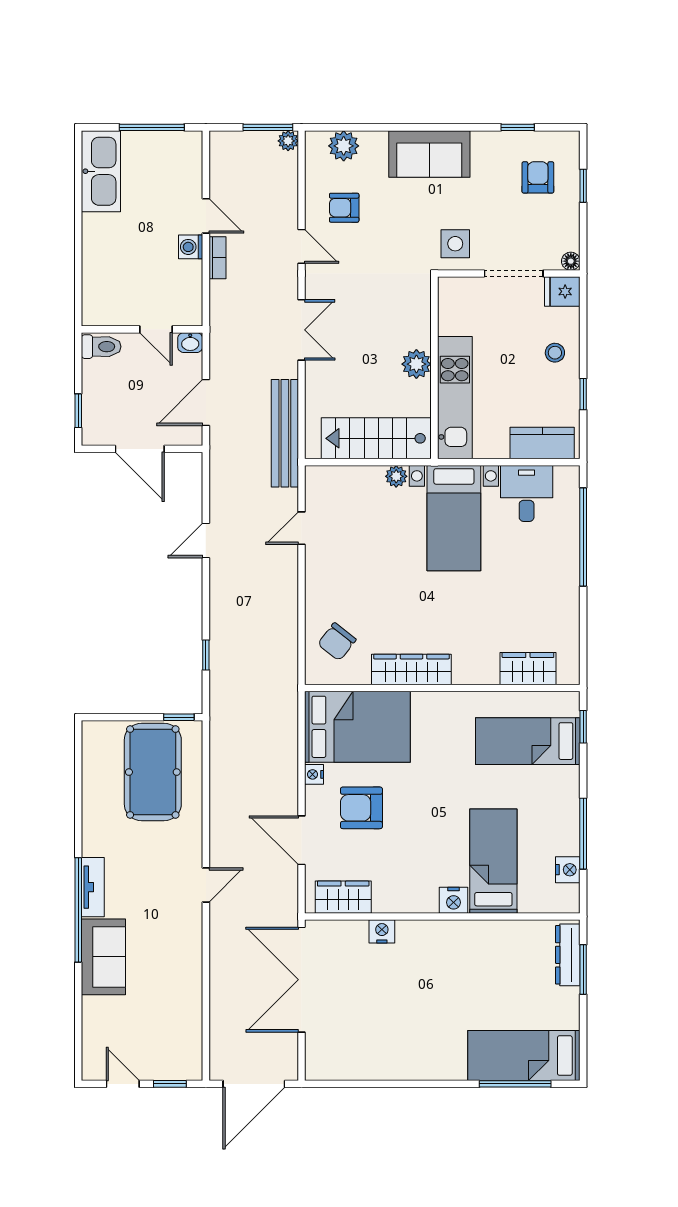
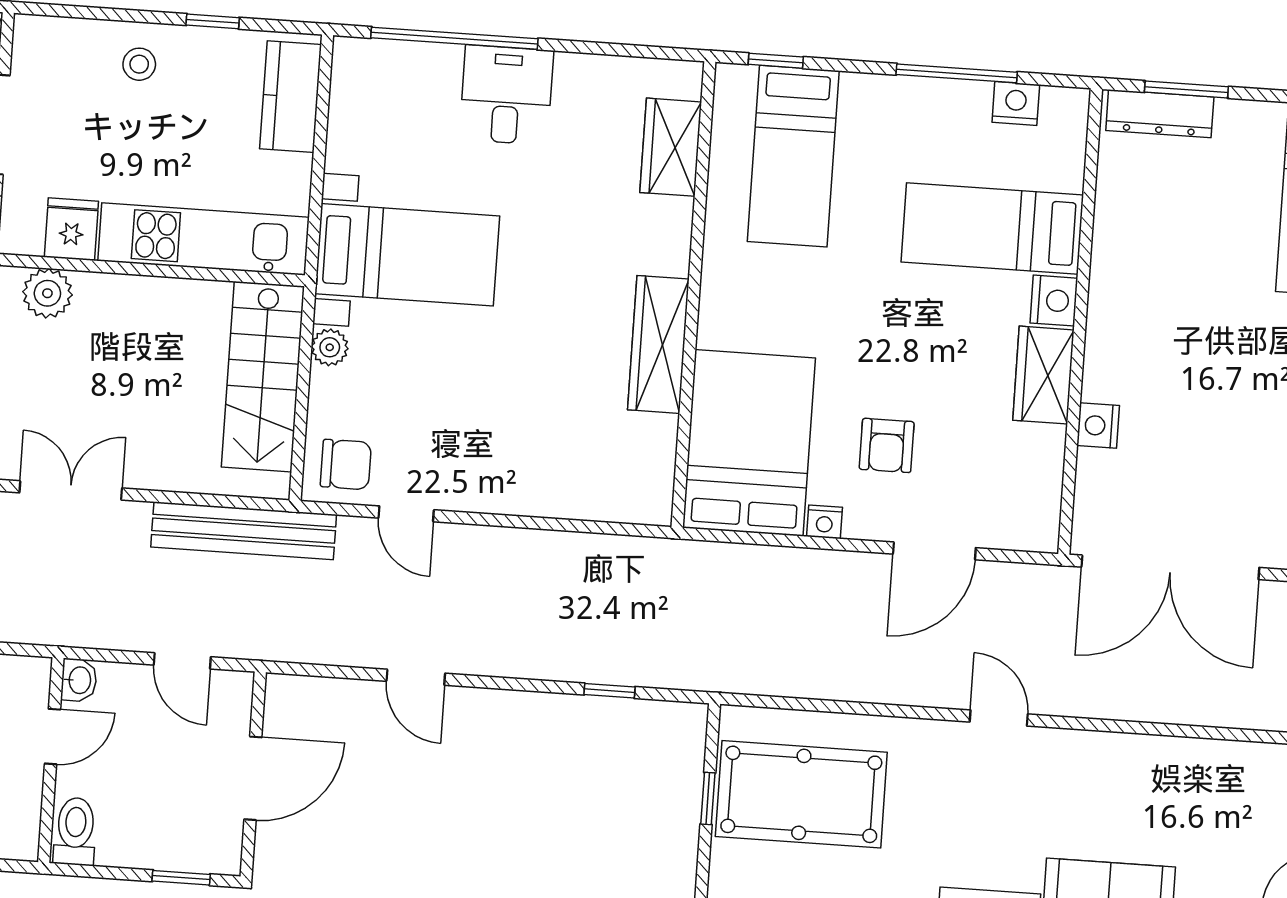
fridge: (562, 291) -> (71, 229), moved, turned 180
plant: (416, 364) -> (47, 293), moved
door: (206, 403) -> (182, 661), width x0.73
desk: (527, 493) -> (506, 95), moved, turned 90
chair: (337, 642) -> (346, 464), moved, turned -38
window: (179, 717) -> (708, 798), moved
armchair: (361, 808) -> (887, 445), width x0.72, depth x0.72
wardrobe: (343, 897) -> (1043, 375), moved

